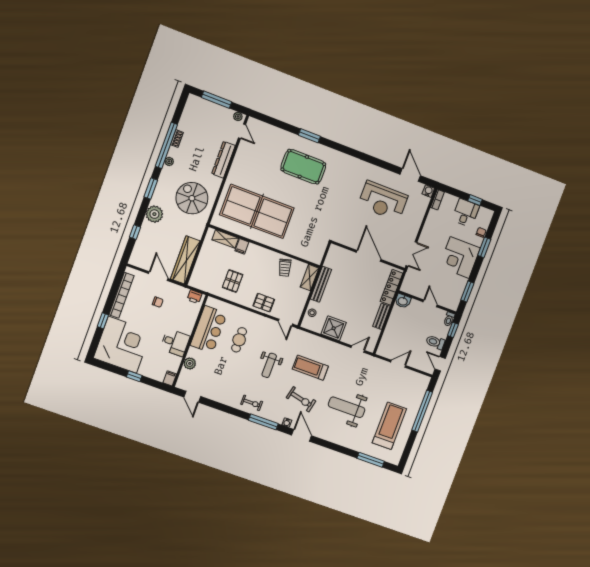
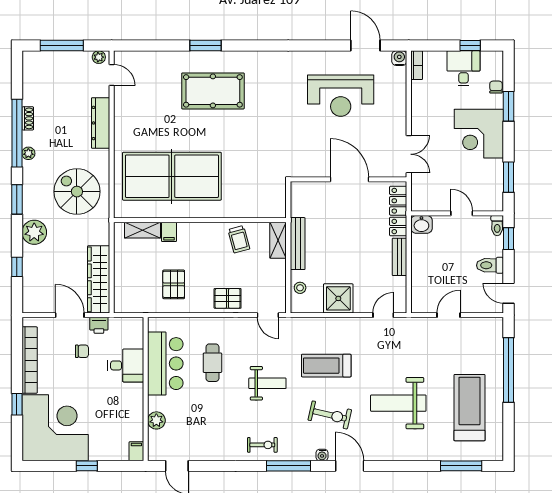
printer: (194, 297) -> (99, 325), moved
desk: (175, 342) -> (126, 365), moved
weight bench: (269, 365) -> (267, 383), turned -90

